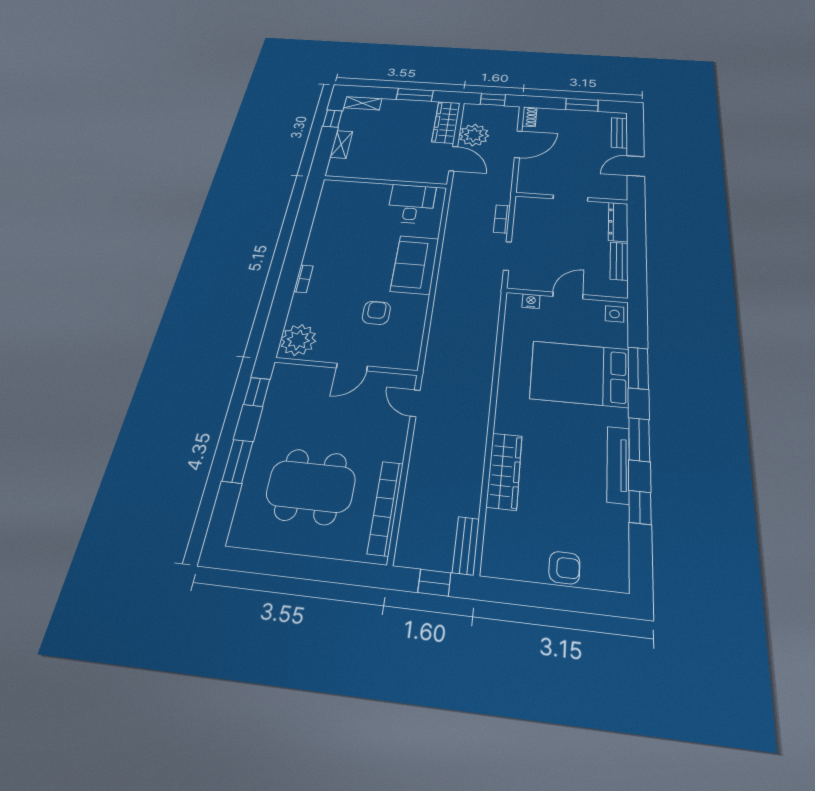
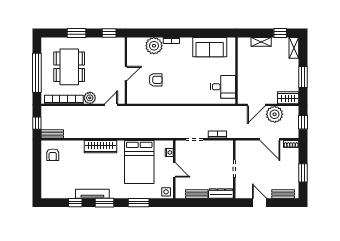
wardrobe: (446, 122) -> (288, 98), width x0.67
sofa: (415, 265) -> (210, 47), moved, turned 180
plant: (298, 340) -> (154, 46), moved
door: (352, 367) -> (126, 73), swing flipped
bed: (580, 374) -> (139, 162), moved, turned 180
plant: (392, 447) -> (90, 98), added
wardrobe: (504, 471) -> (100, 147), moved
window: (308, 568) -> (37, 73), added
armchair: (564, 568) -> (53, 155), moved

